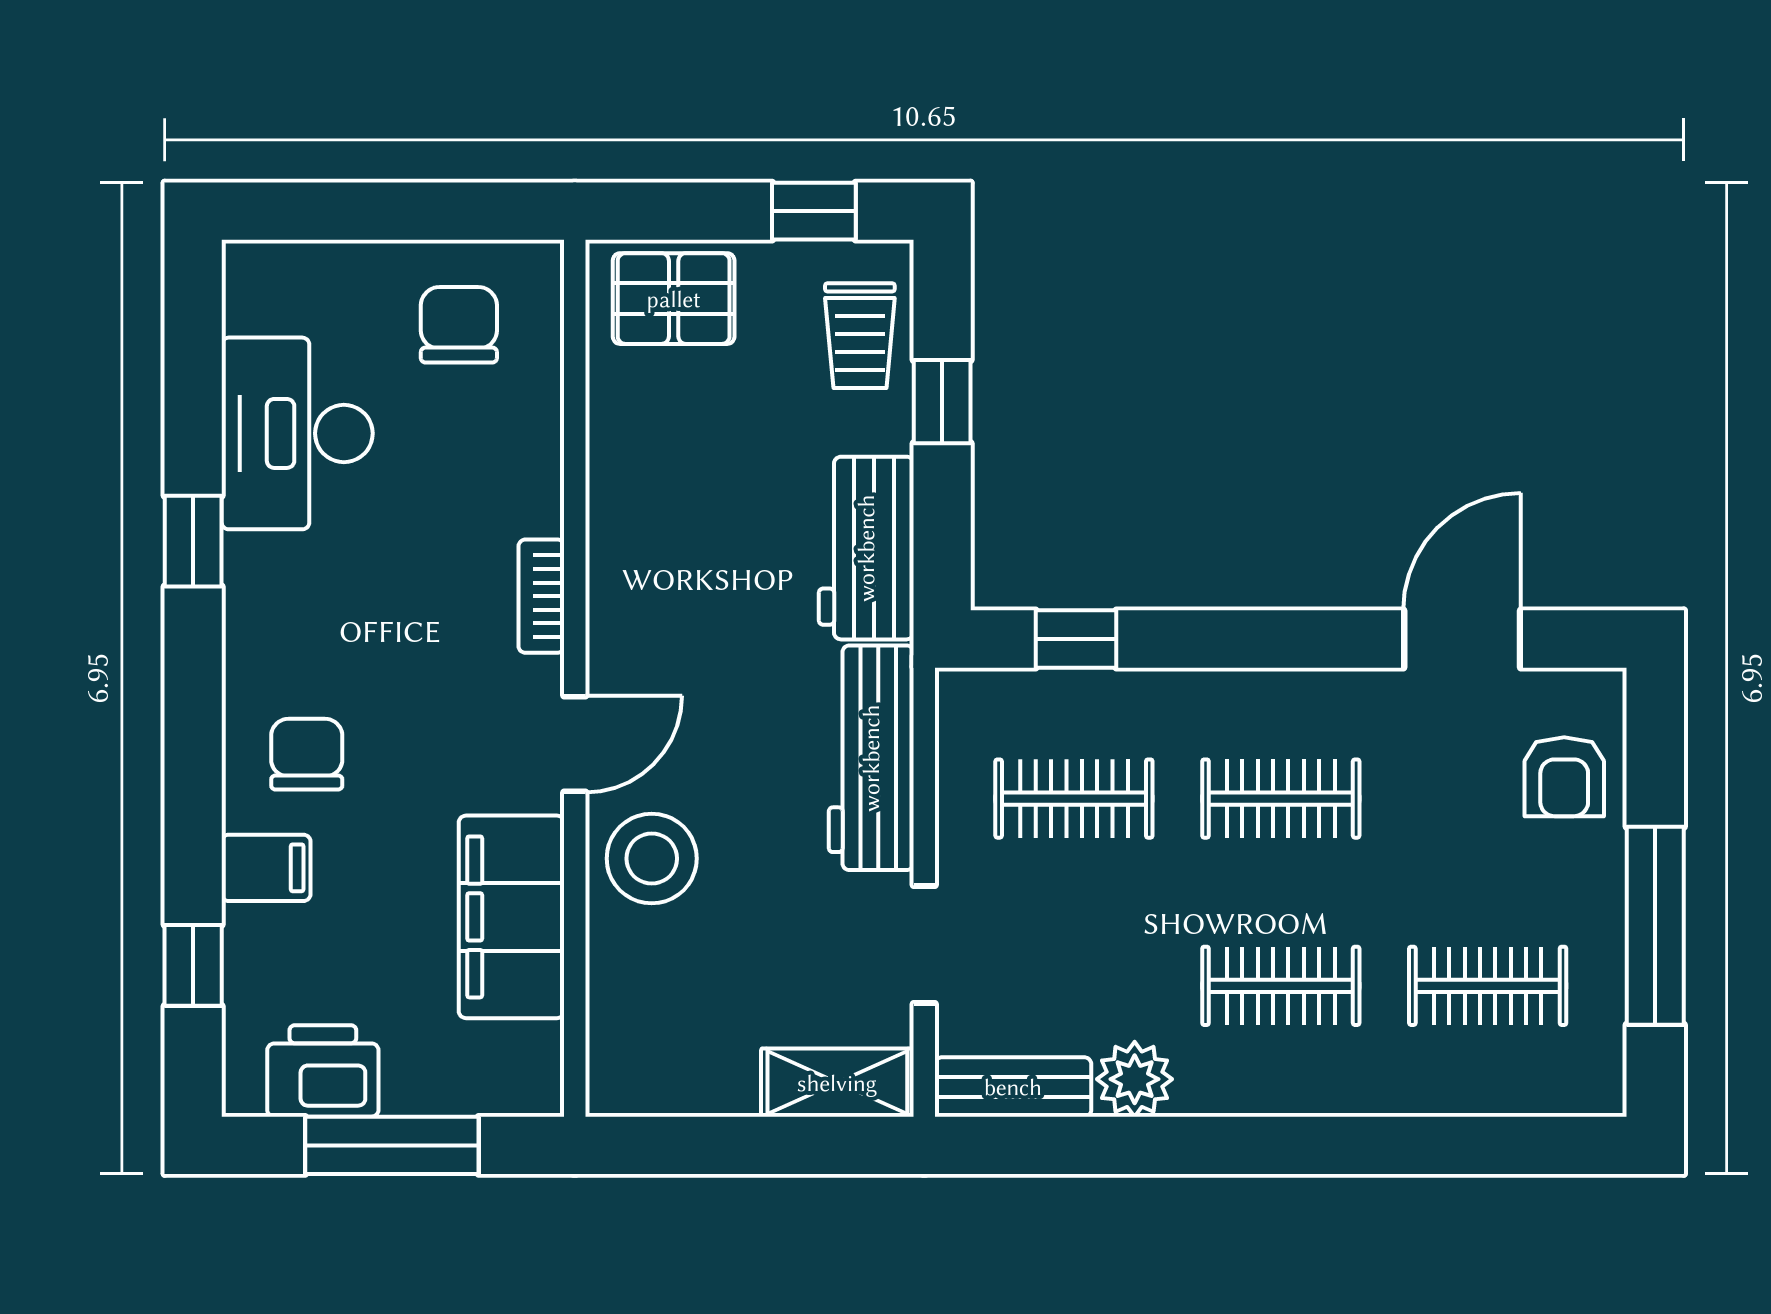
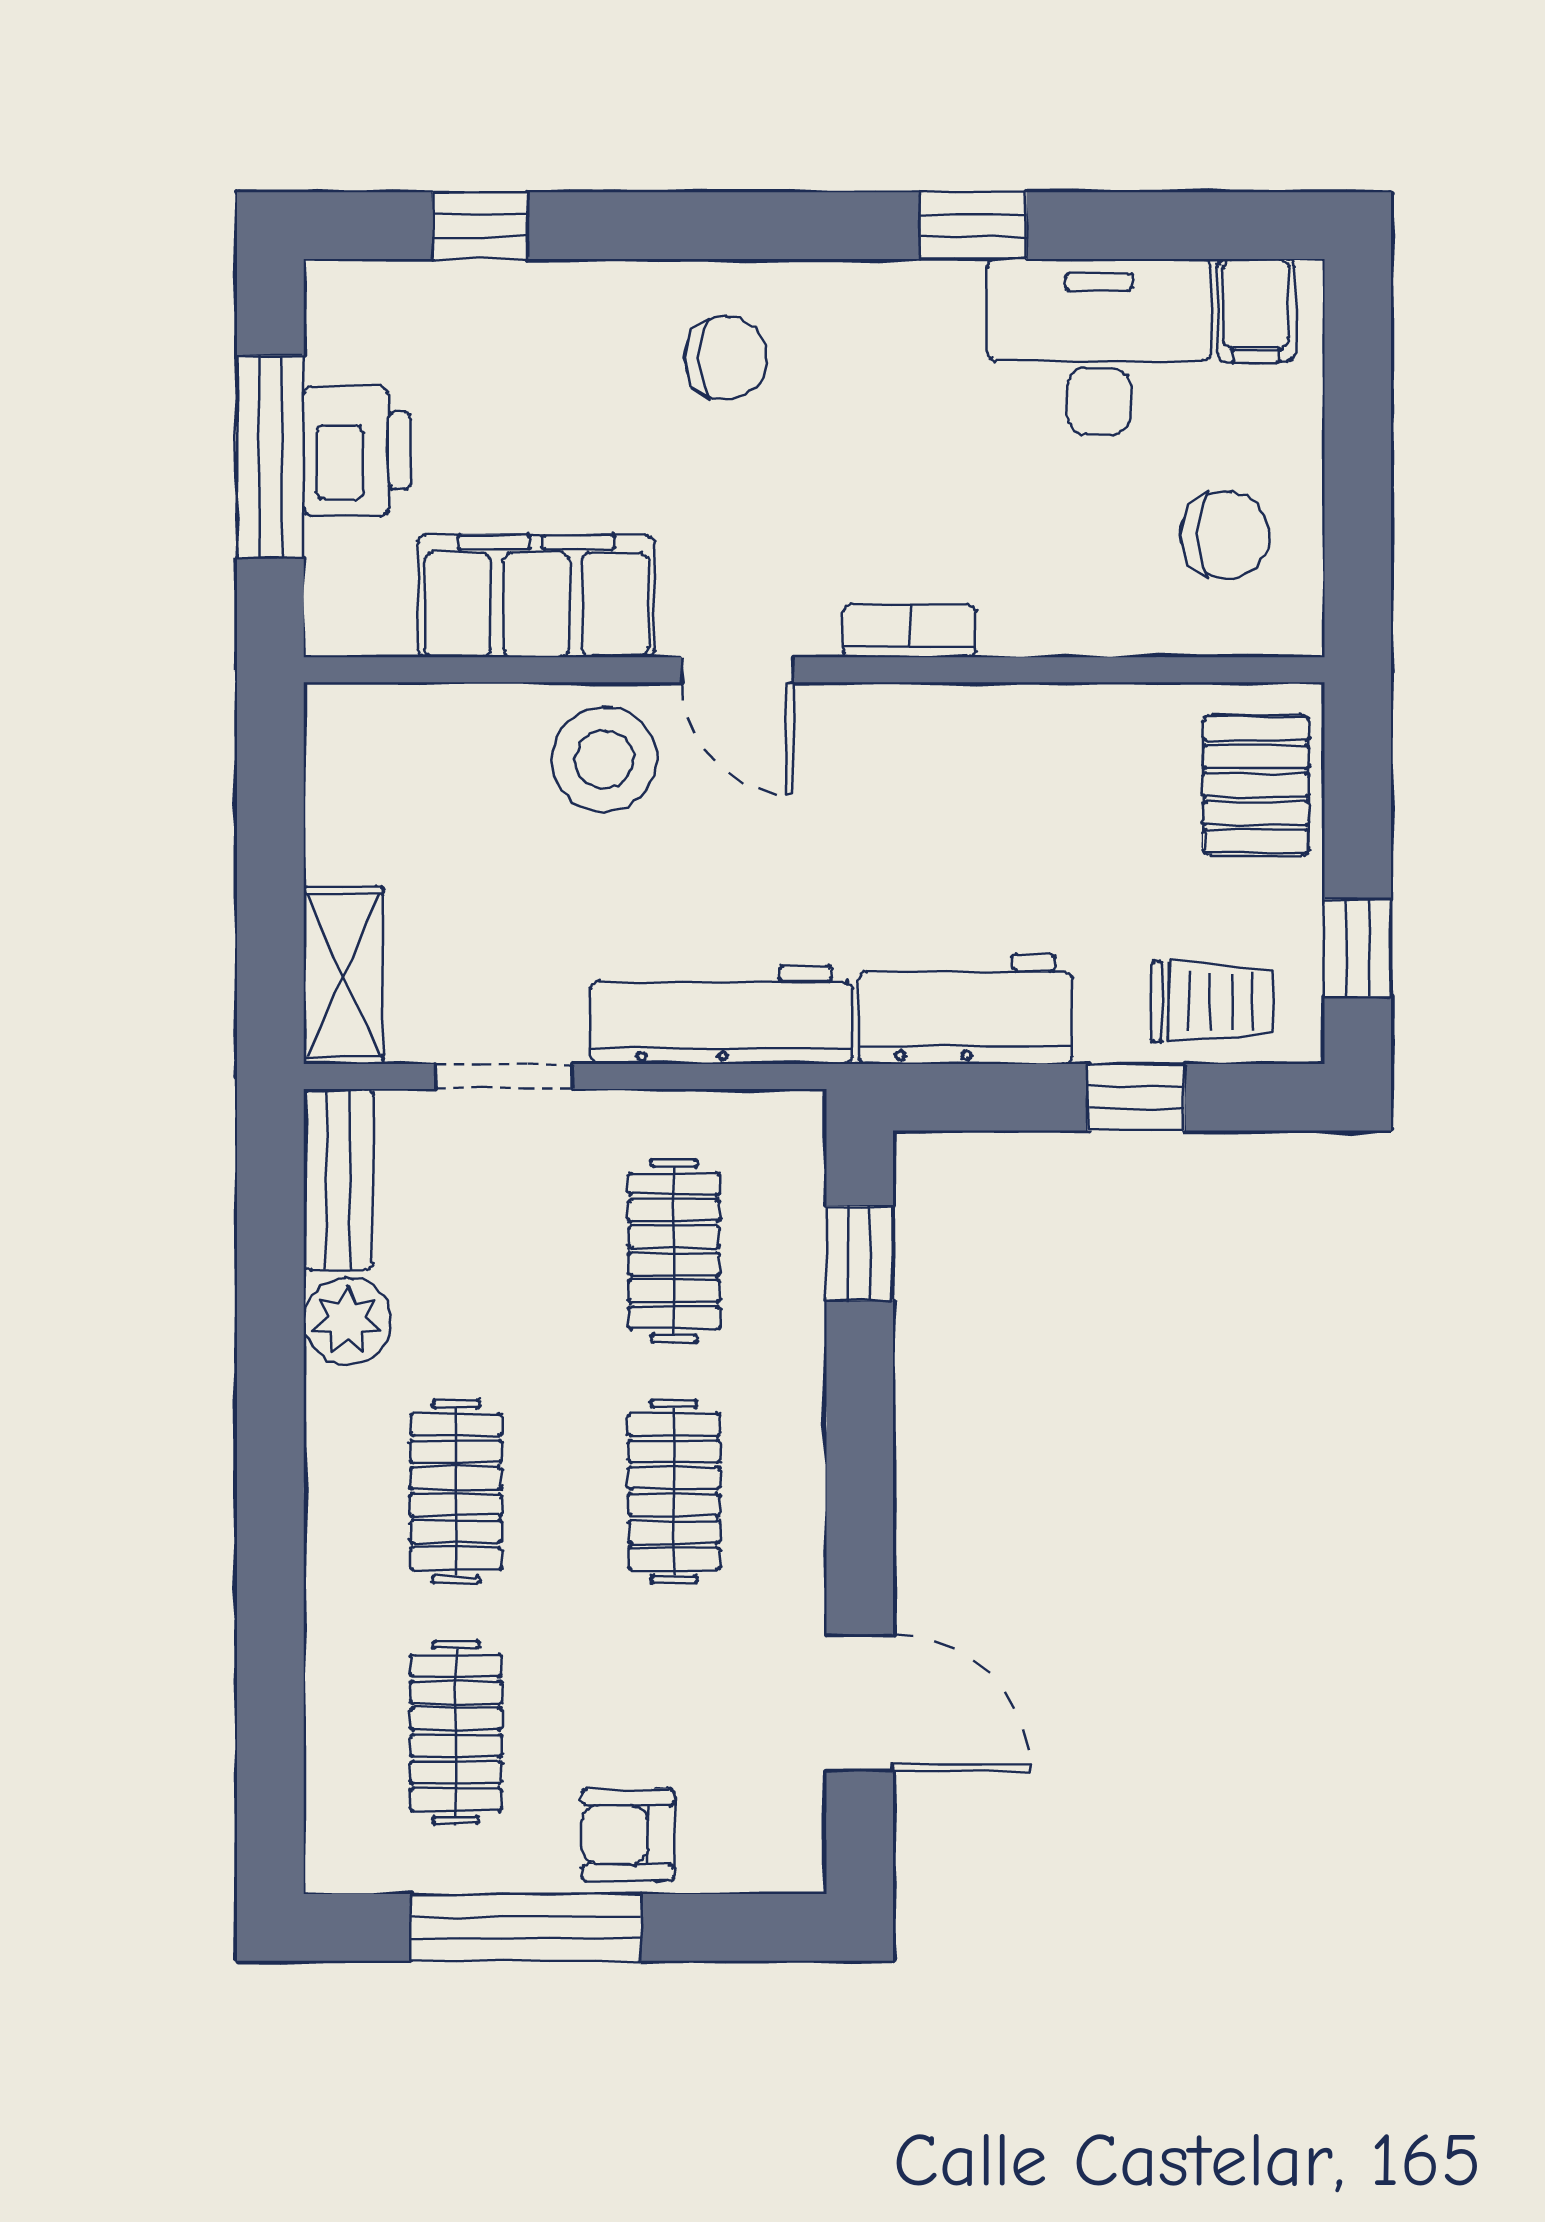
trolley: (860, 336) -> (1213, 1002), turned 180
armchair: (1564, 777) -> (628, 1835), moved
filing cabinet: (266, 868) -> (1256, 310), moved
printer: (323, 1071) -> (357, 451), moved

